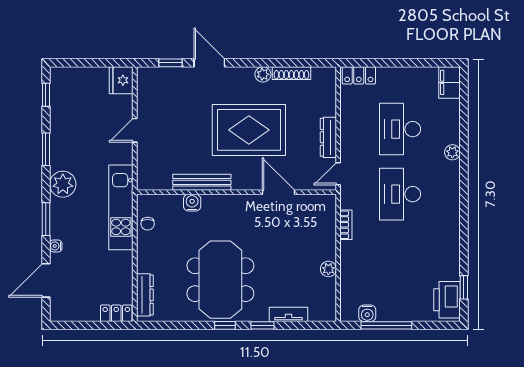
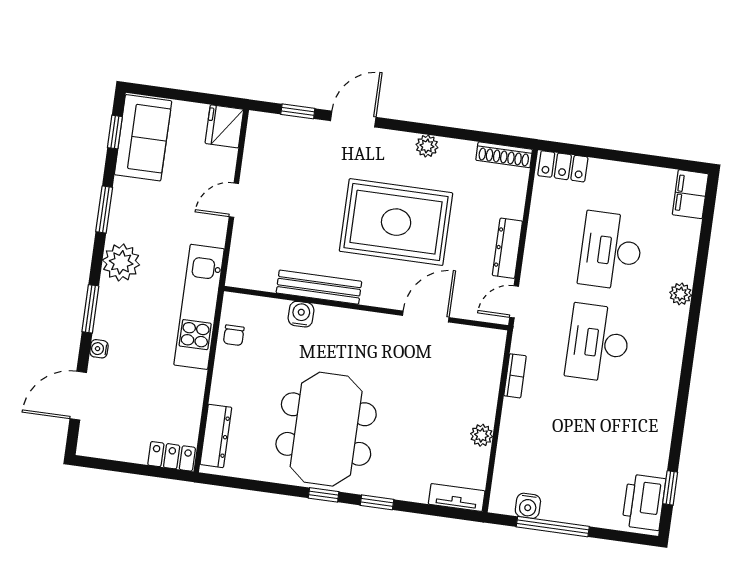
door: (209, 63) -> (353, 119), hinge flipped
shoe rack: (291, 73) -> (504, 155), moved
sofa: (66, 96) -> (143, 138), added
door: (278, 192) -> (426, 316), hinge flipped
tv unit: (289, 314) -> (457, 497), moved

